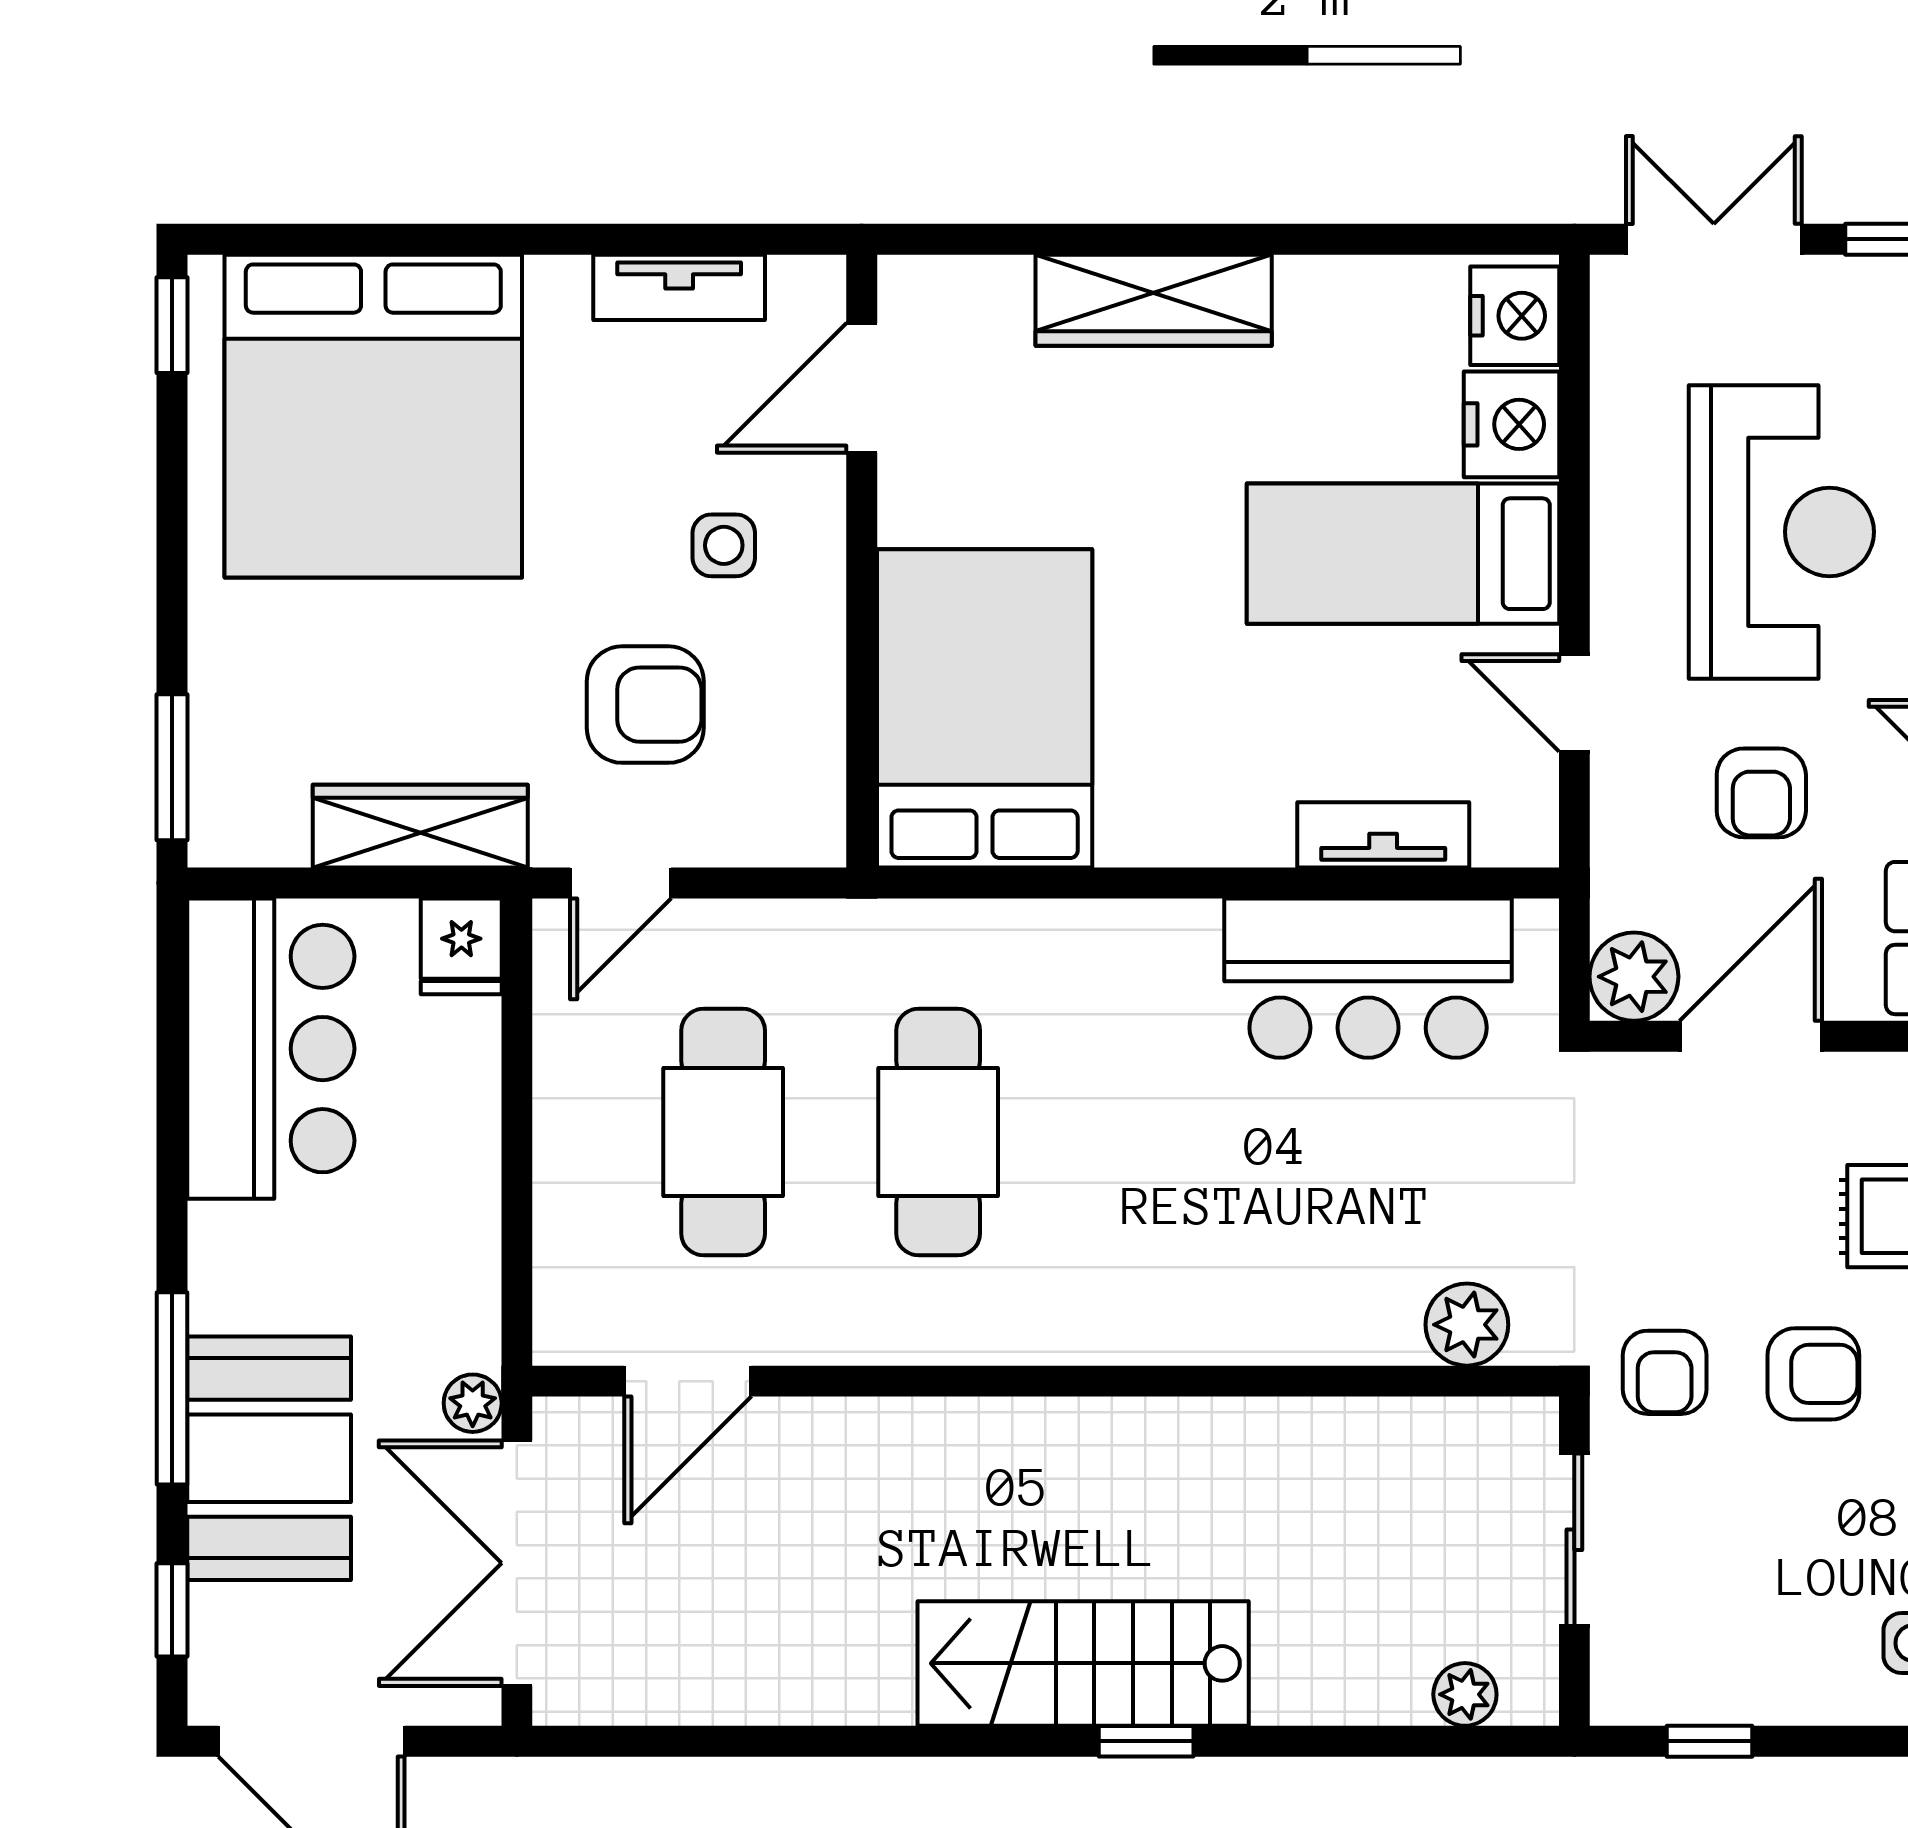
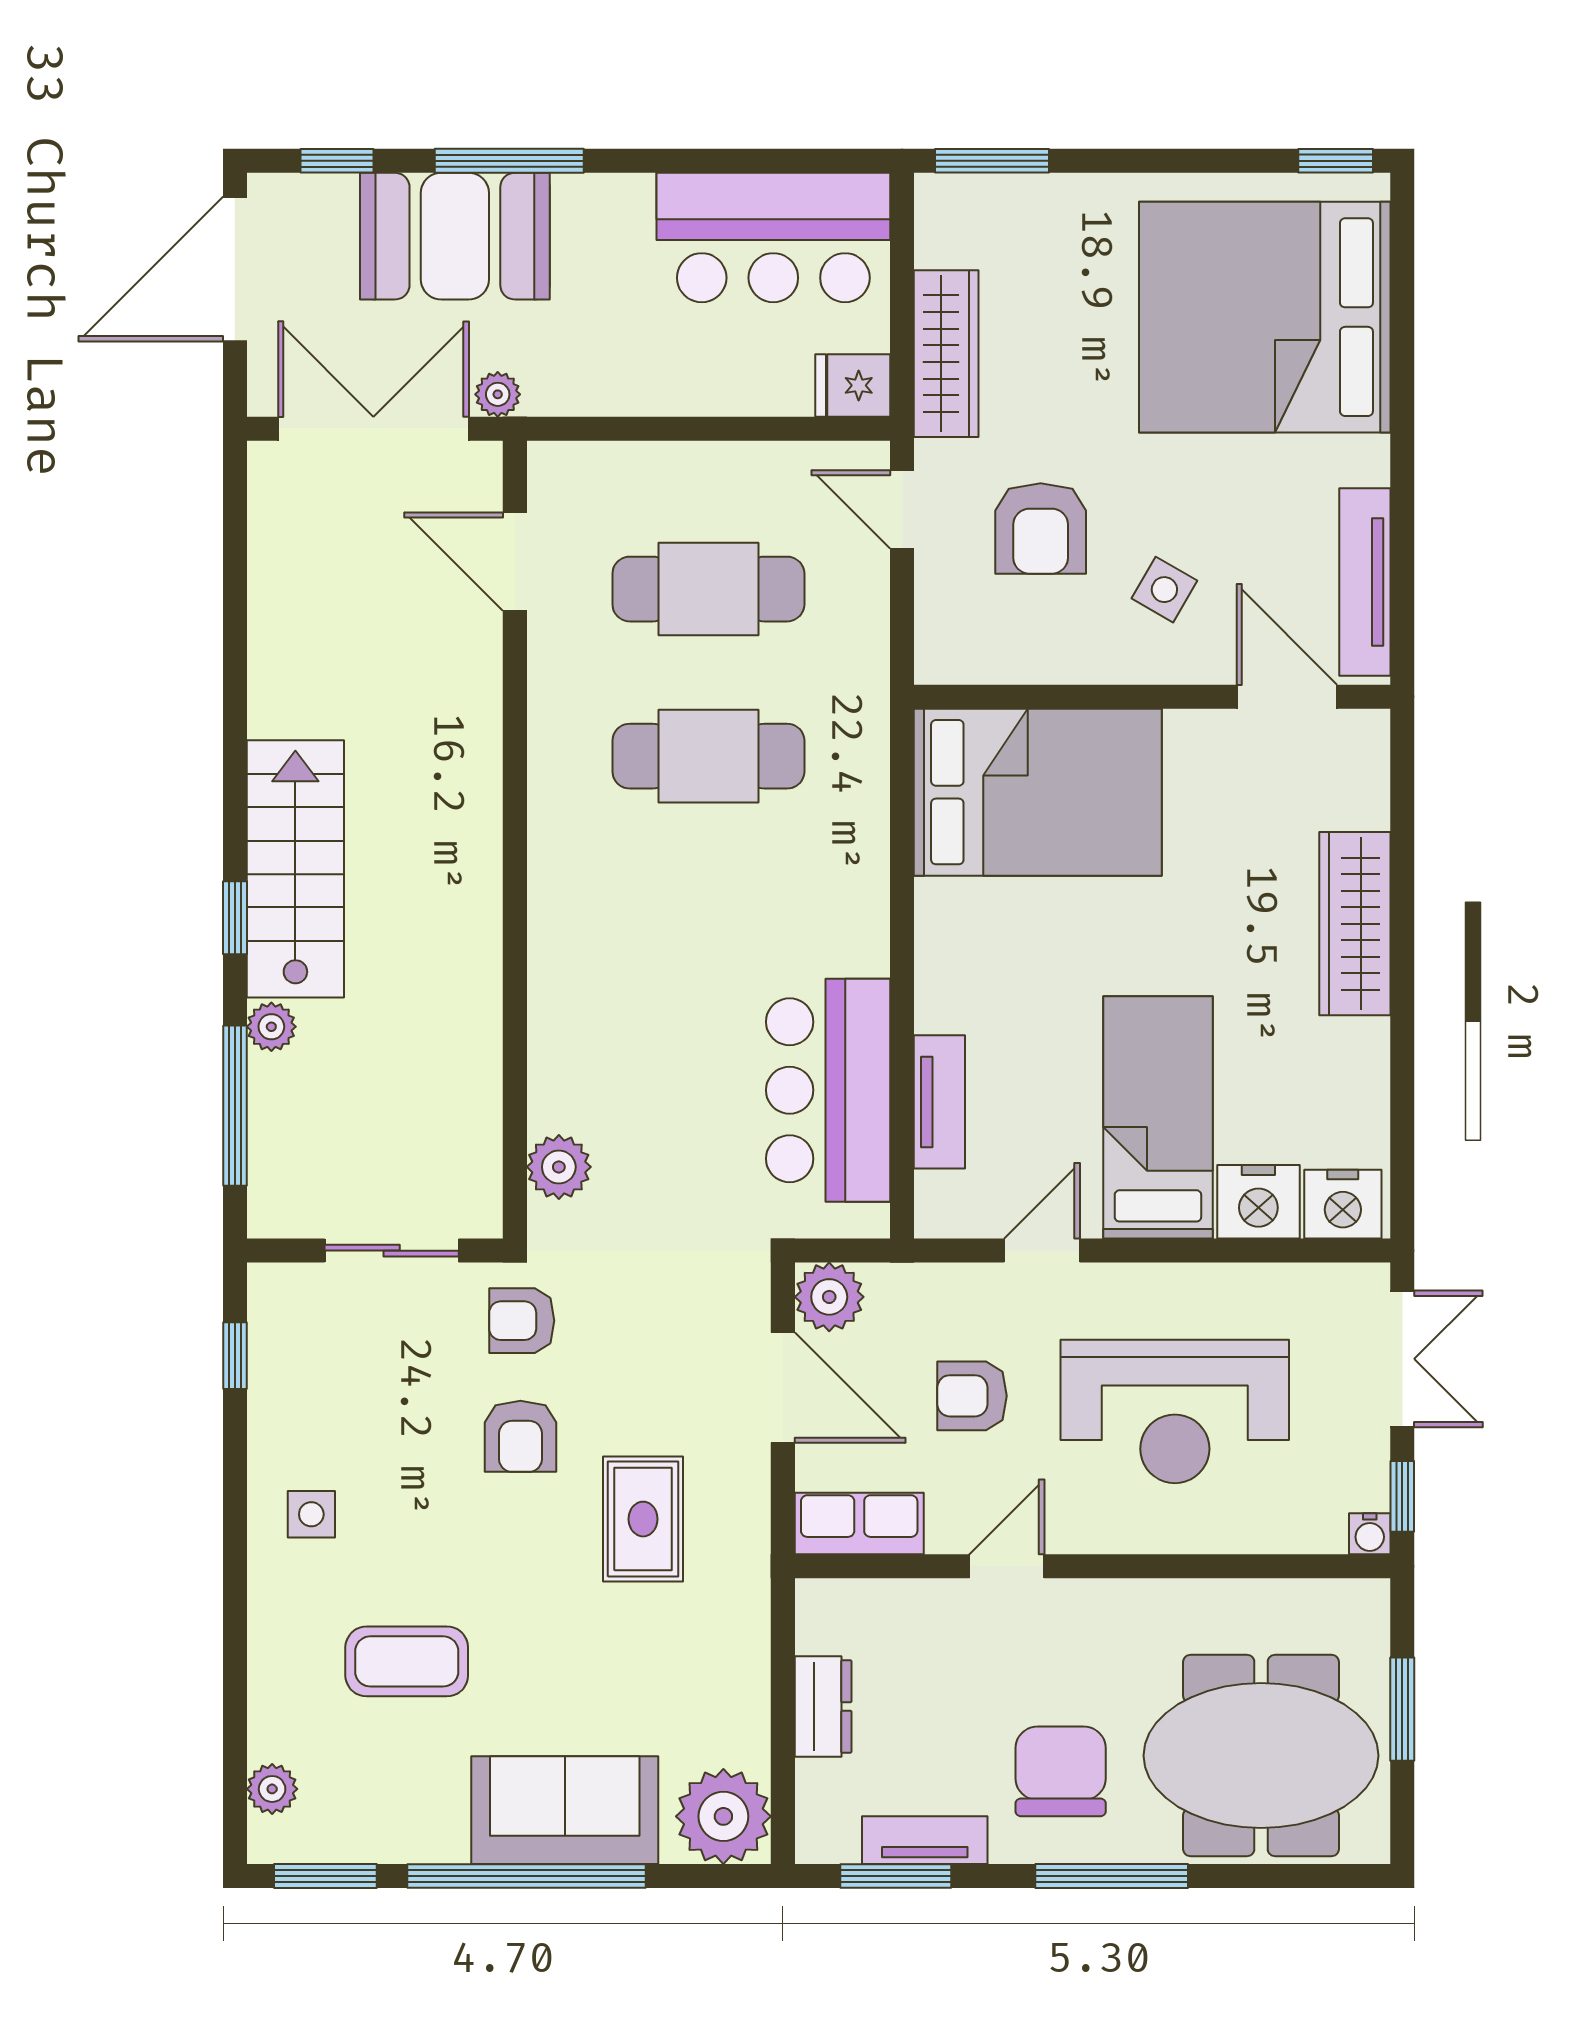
tv unit: (679, 287) -> (1365, 582), width x1.41
side table: (724, 545) -> (1164, 590), turned 30
plant: (1465, 1694) -> (271, 1027), moved
window: (1388, 1741) -> (235, 1106), added

